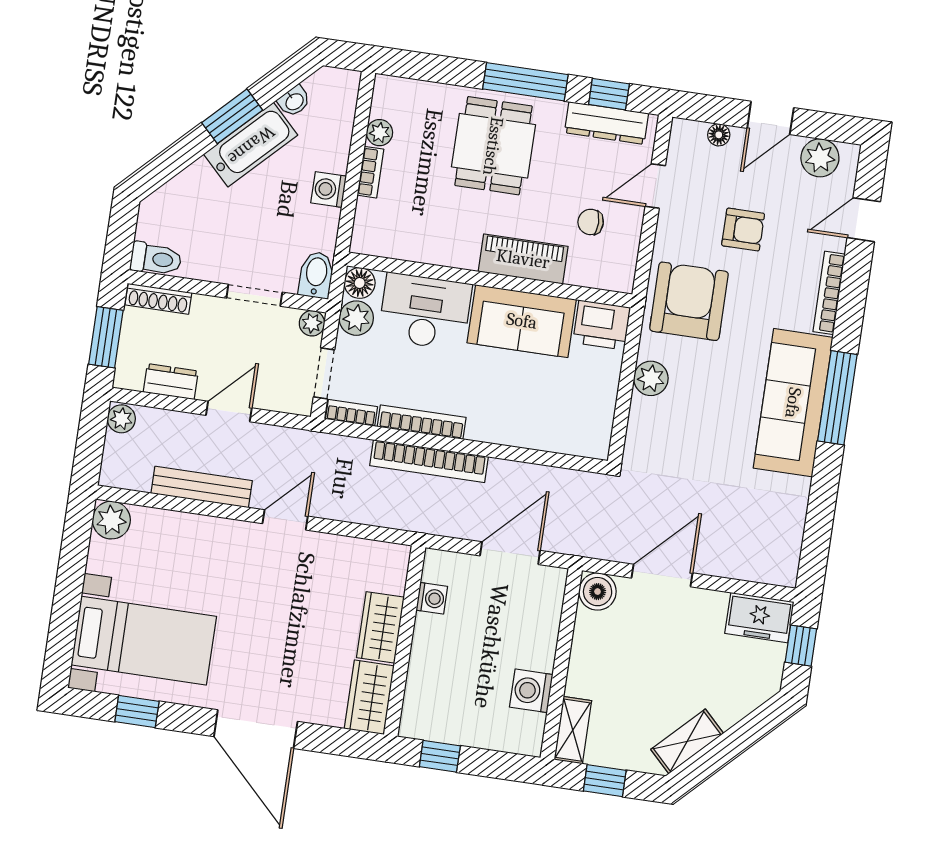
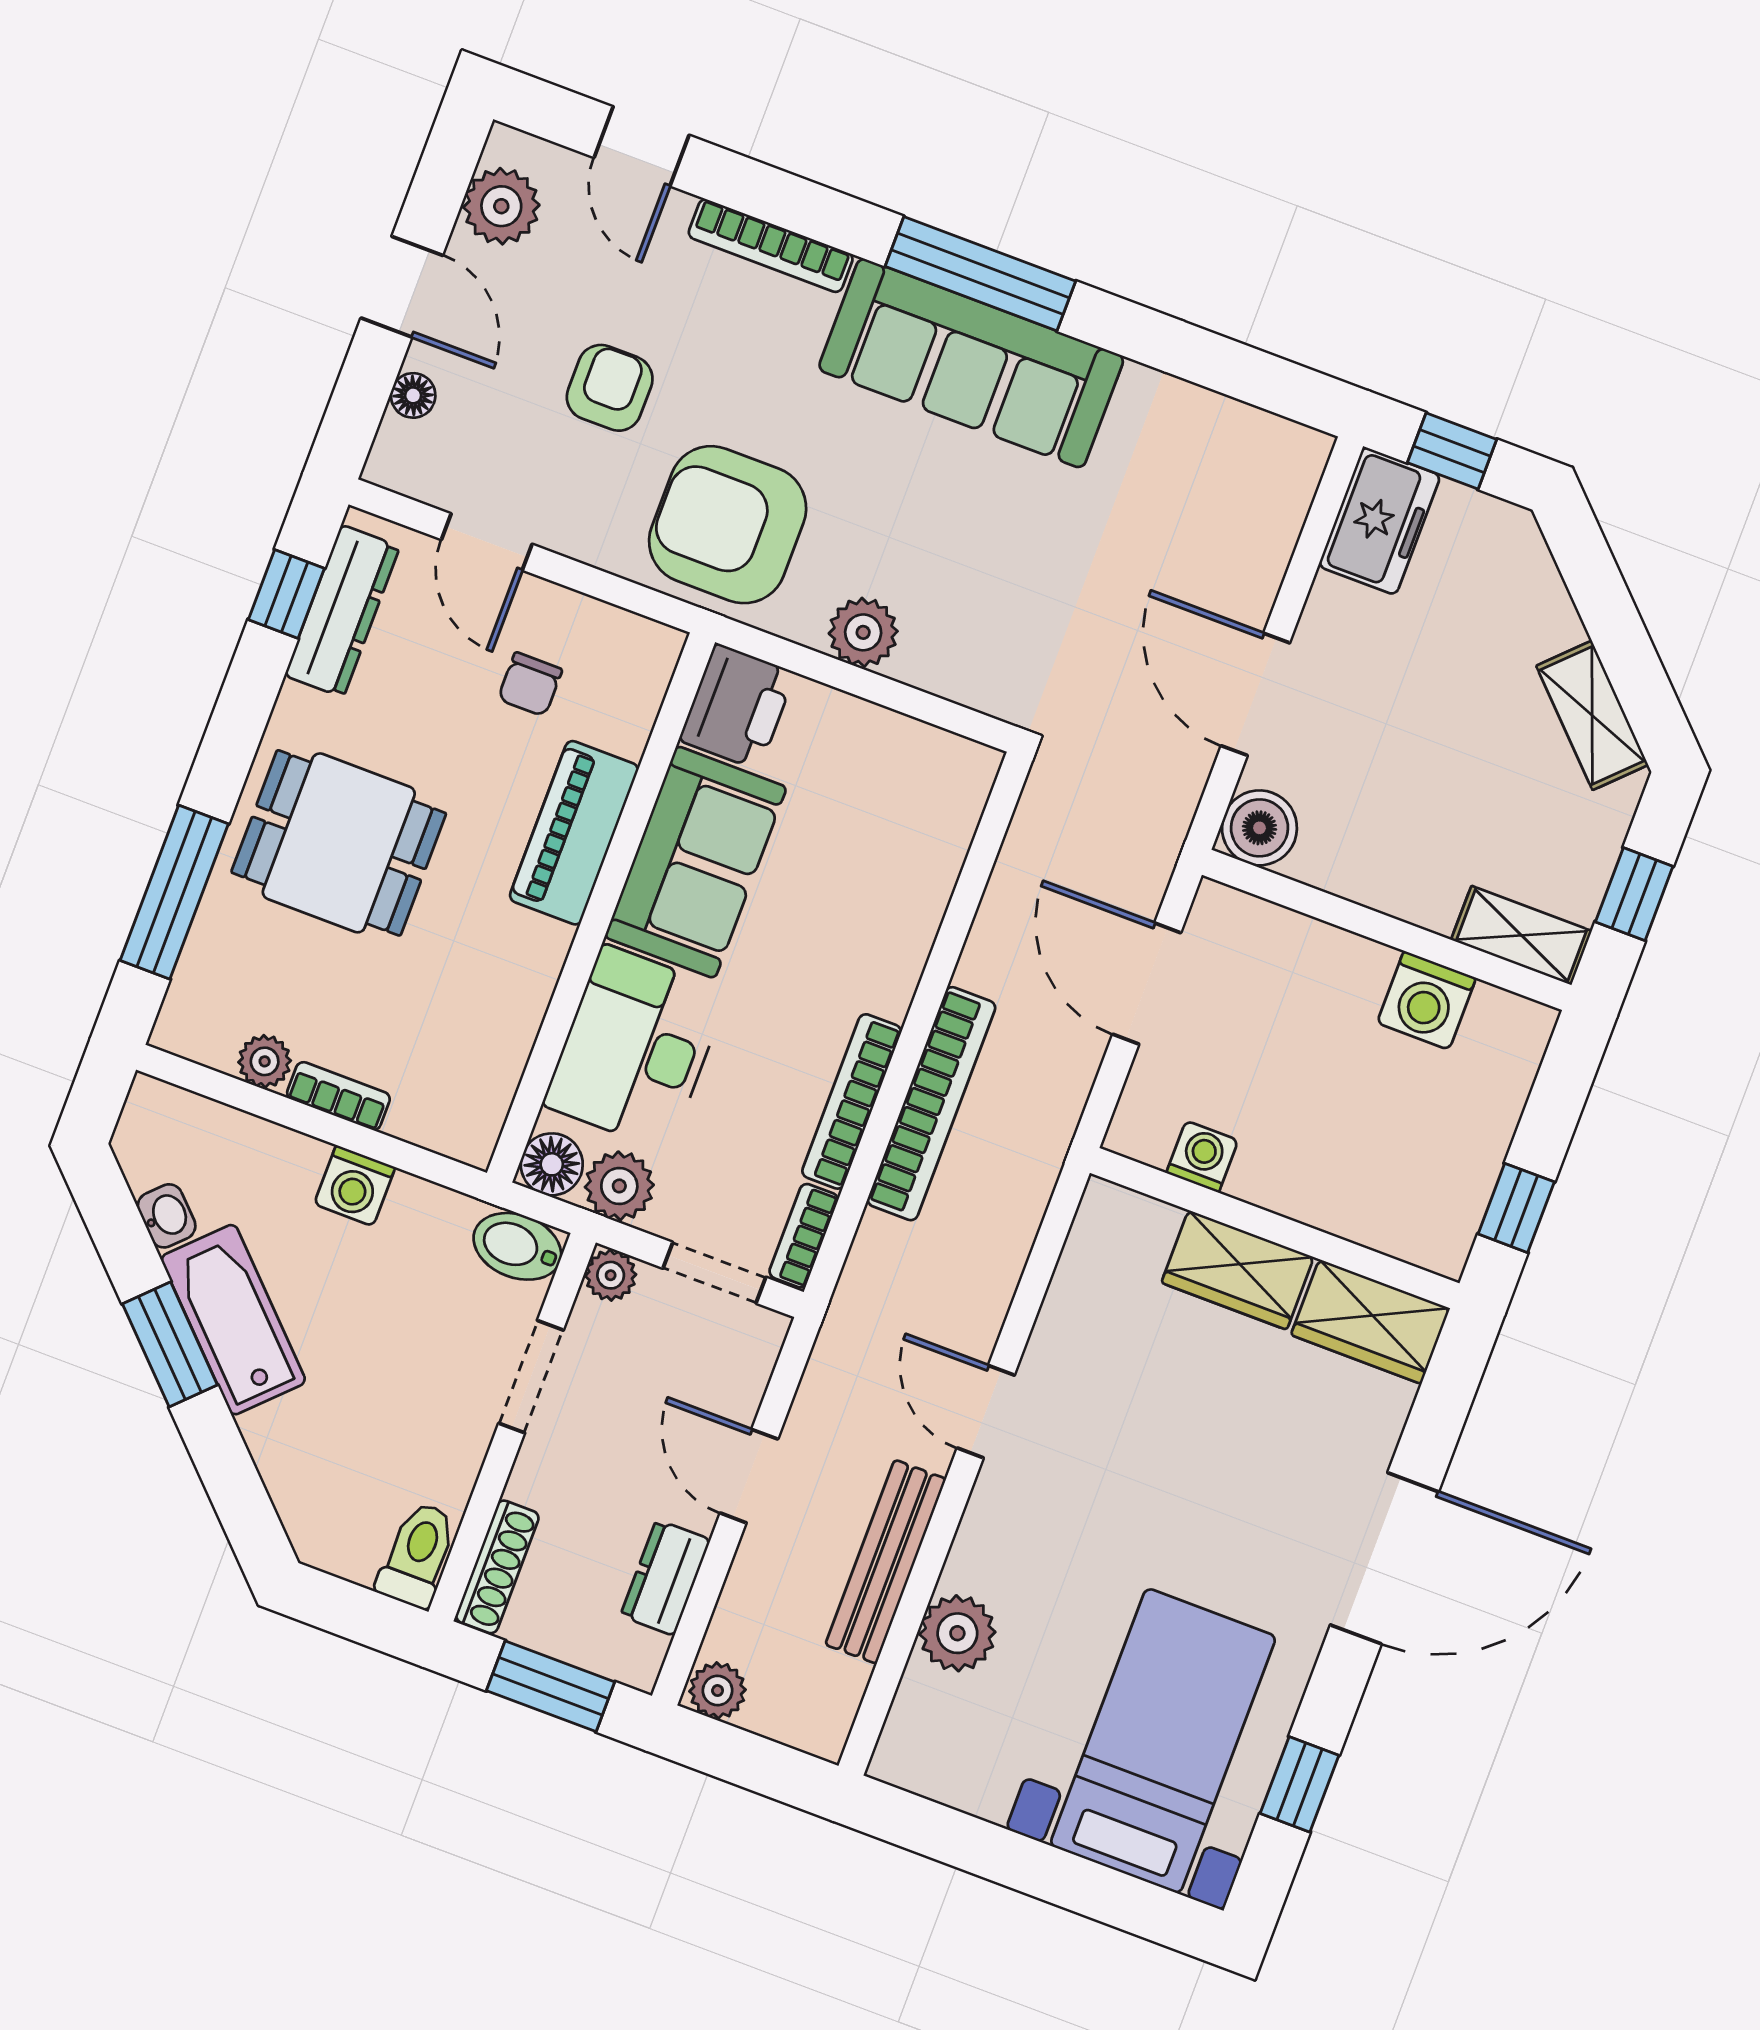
window: (525, 82) -> (174, 892), moved
plant: (111, 520) -> (957, 1633), moved

